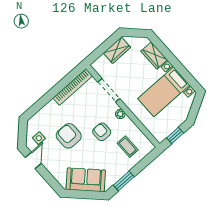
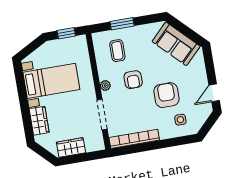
armchair: (69, 136) -> (166, 95), turned 180
side table: (39, 138) -> (180, 120), moved
window: (124, 181) -> (122, 24), moved

